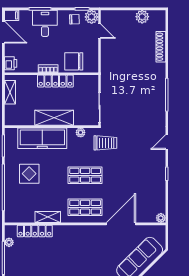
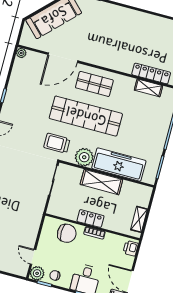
locker: (55, 81) -> (90, 219), width x0.66
plant: (81, 132) -> (84, 157), width x1.87, depth x1.87
display table: (29, 174) -> (141, 133), removed
shop shelf: (85, 175) -> (86, 116), width x2.00, depth x1.36
shelving: (48, 217) -> (148, 88), moved

